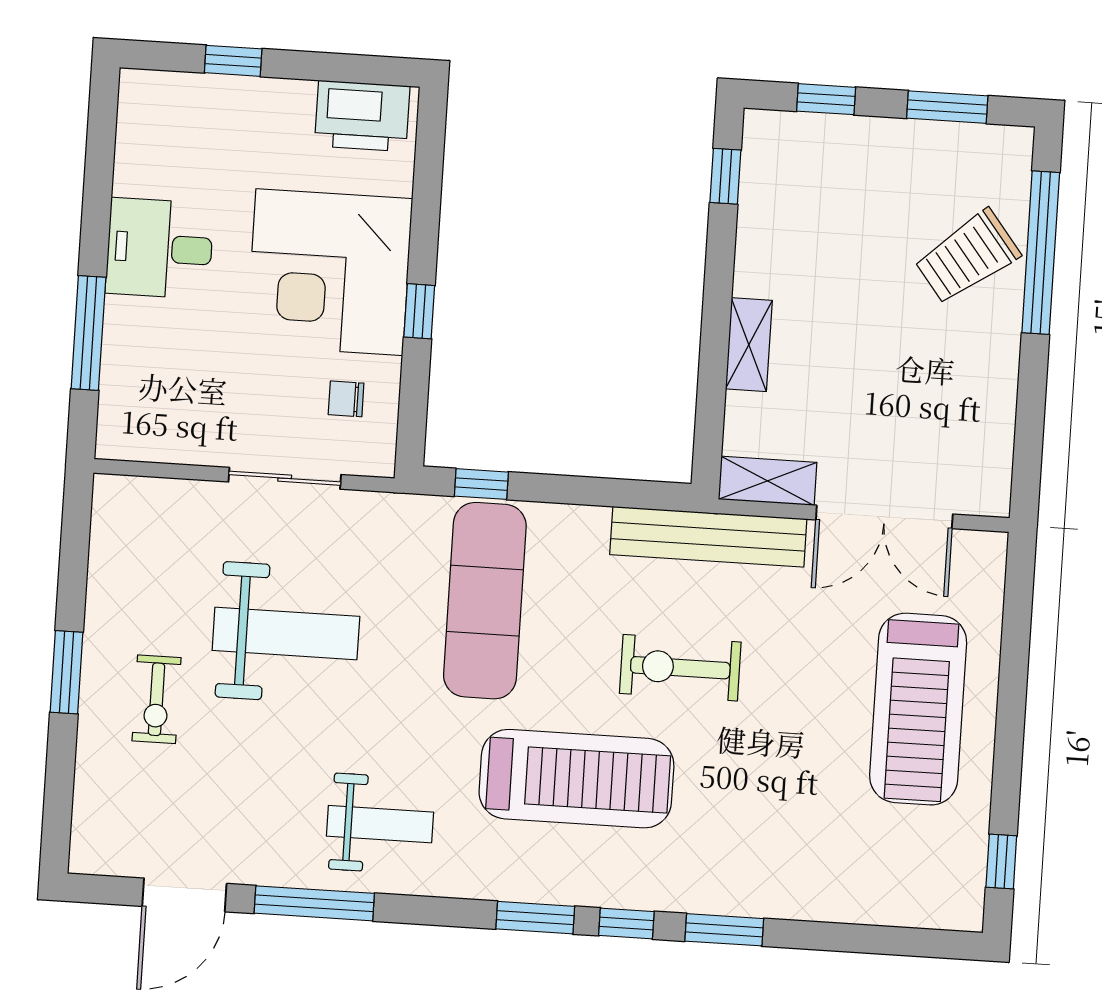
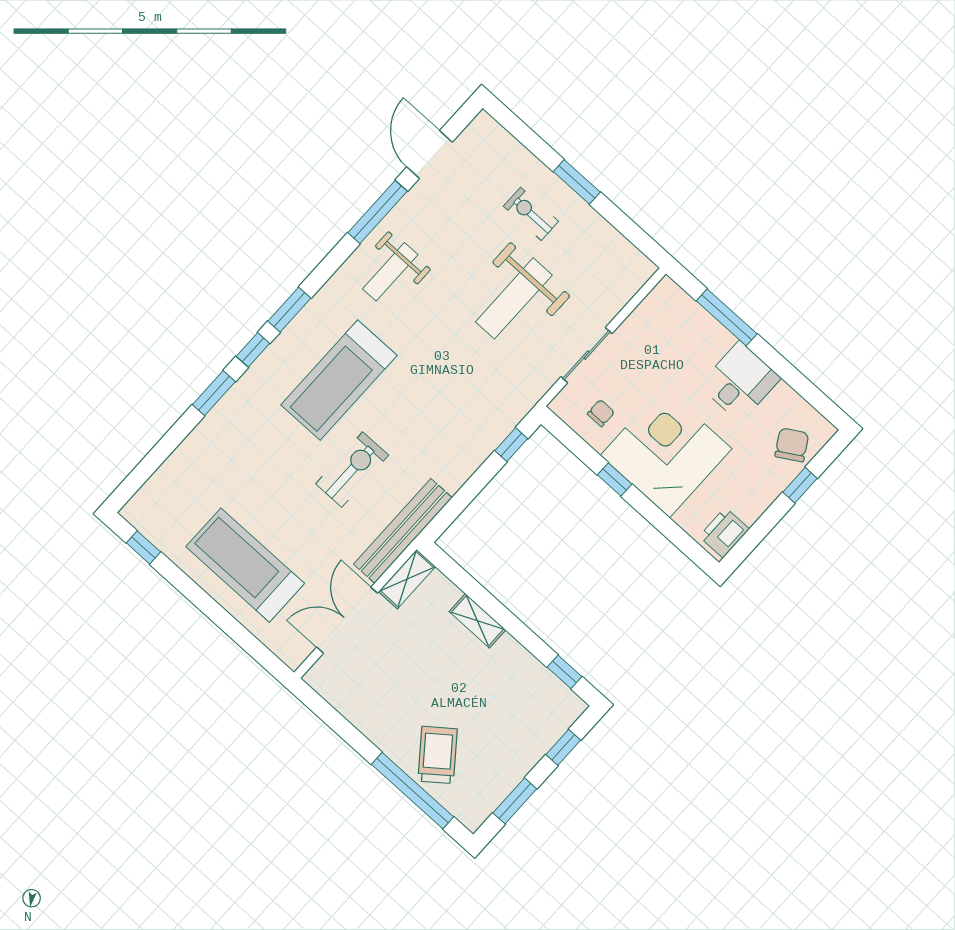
chair: (189, 114) -> (792, 445), added
printer: (362, 116) -> (724, 533), width x0.73, depth x0.84
exercise mat: (485, 601) -> (456, 403), removed

